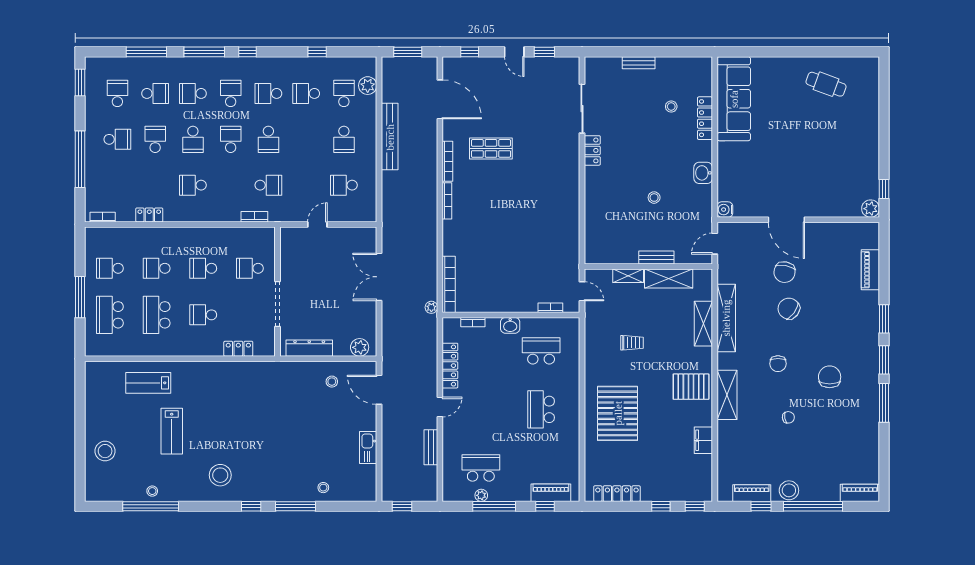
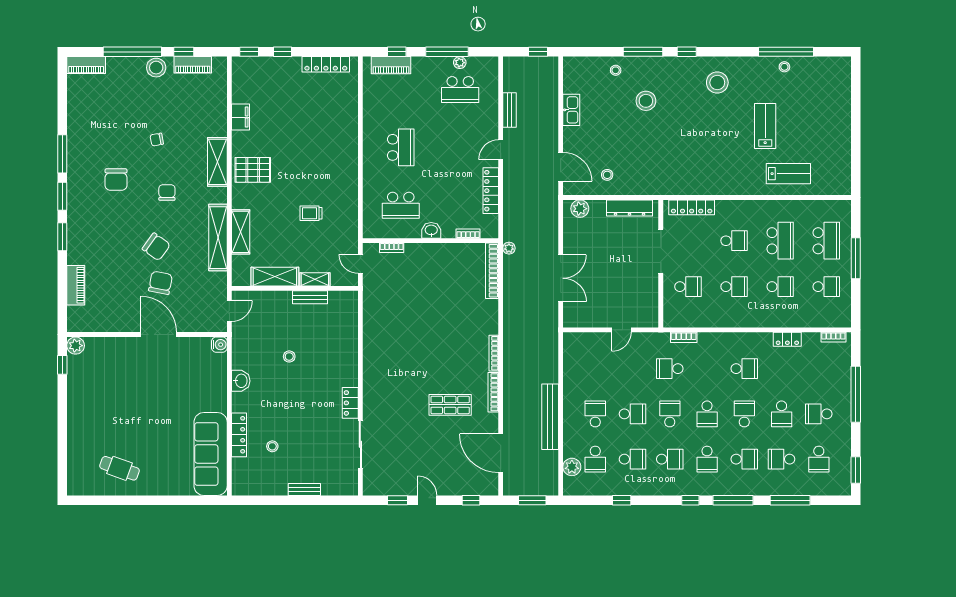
school desk: (344, 185) -> (633, 414), moved
bench: (656, 258) -> (310, 297), moved
locker: (238, 349) -> (692, 207), width x1.53
pallet: (618, 413) -> (325, 143), removed
stool: (105, 451) -> (646, 101), moved

